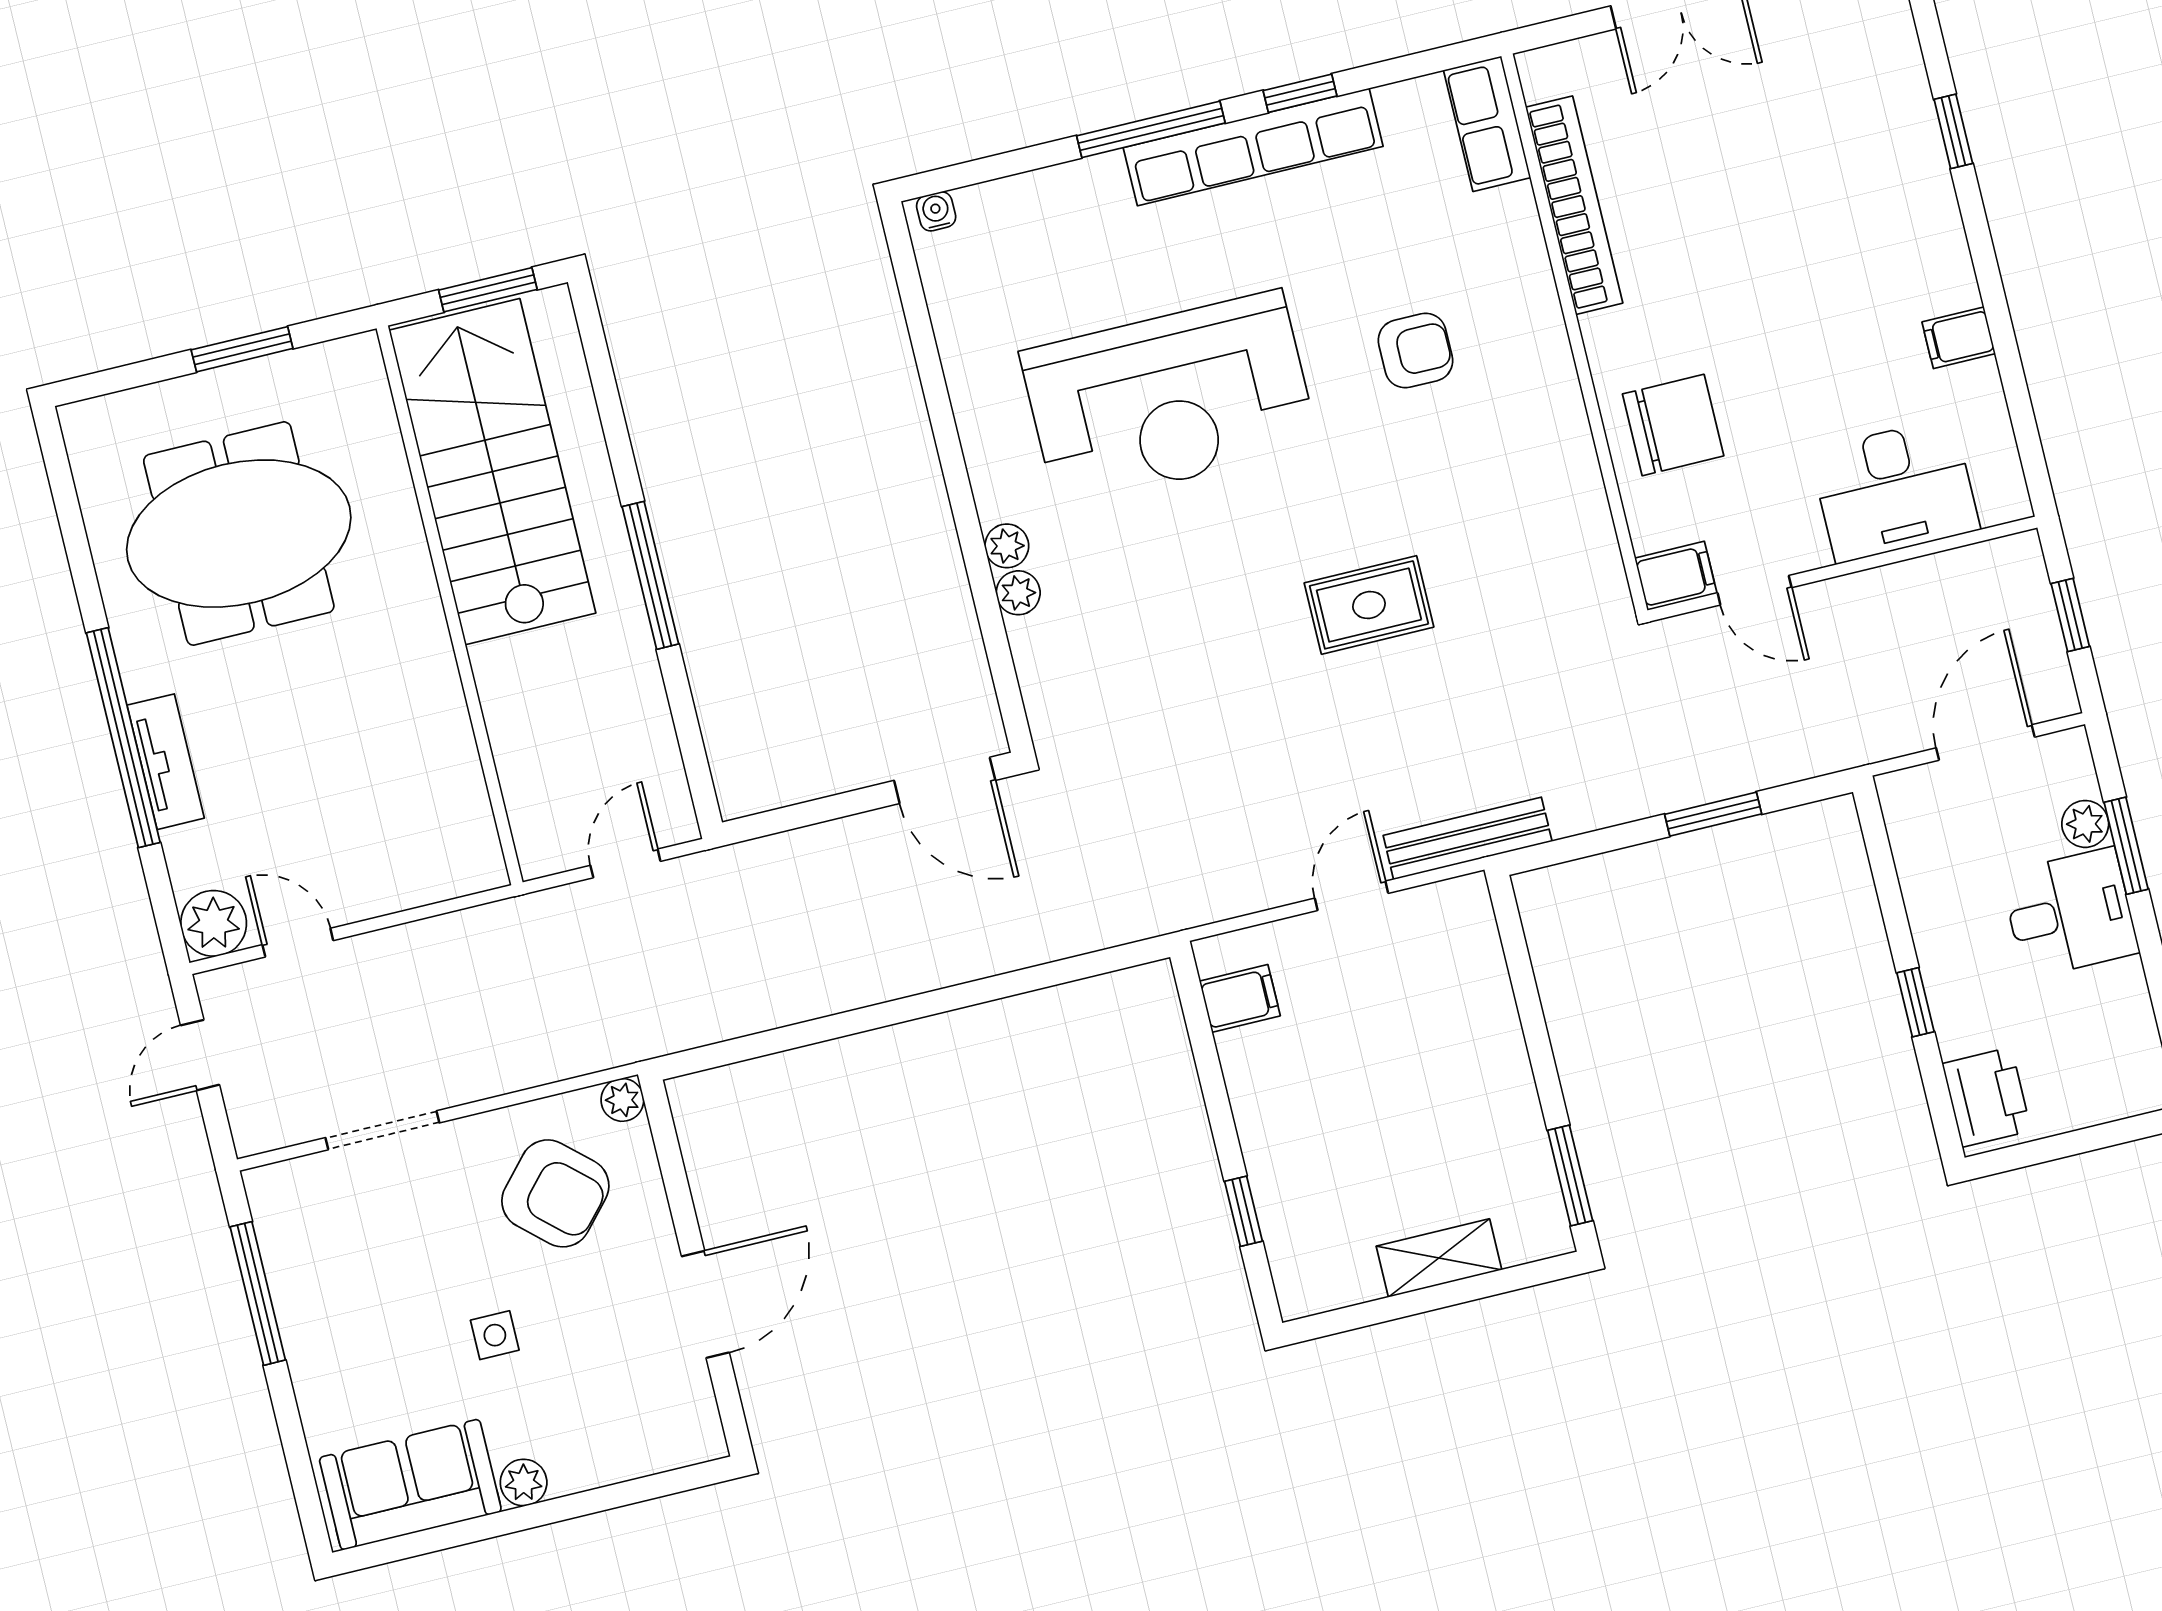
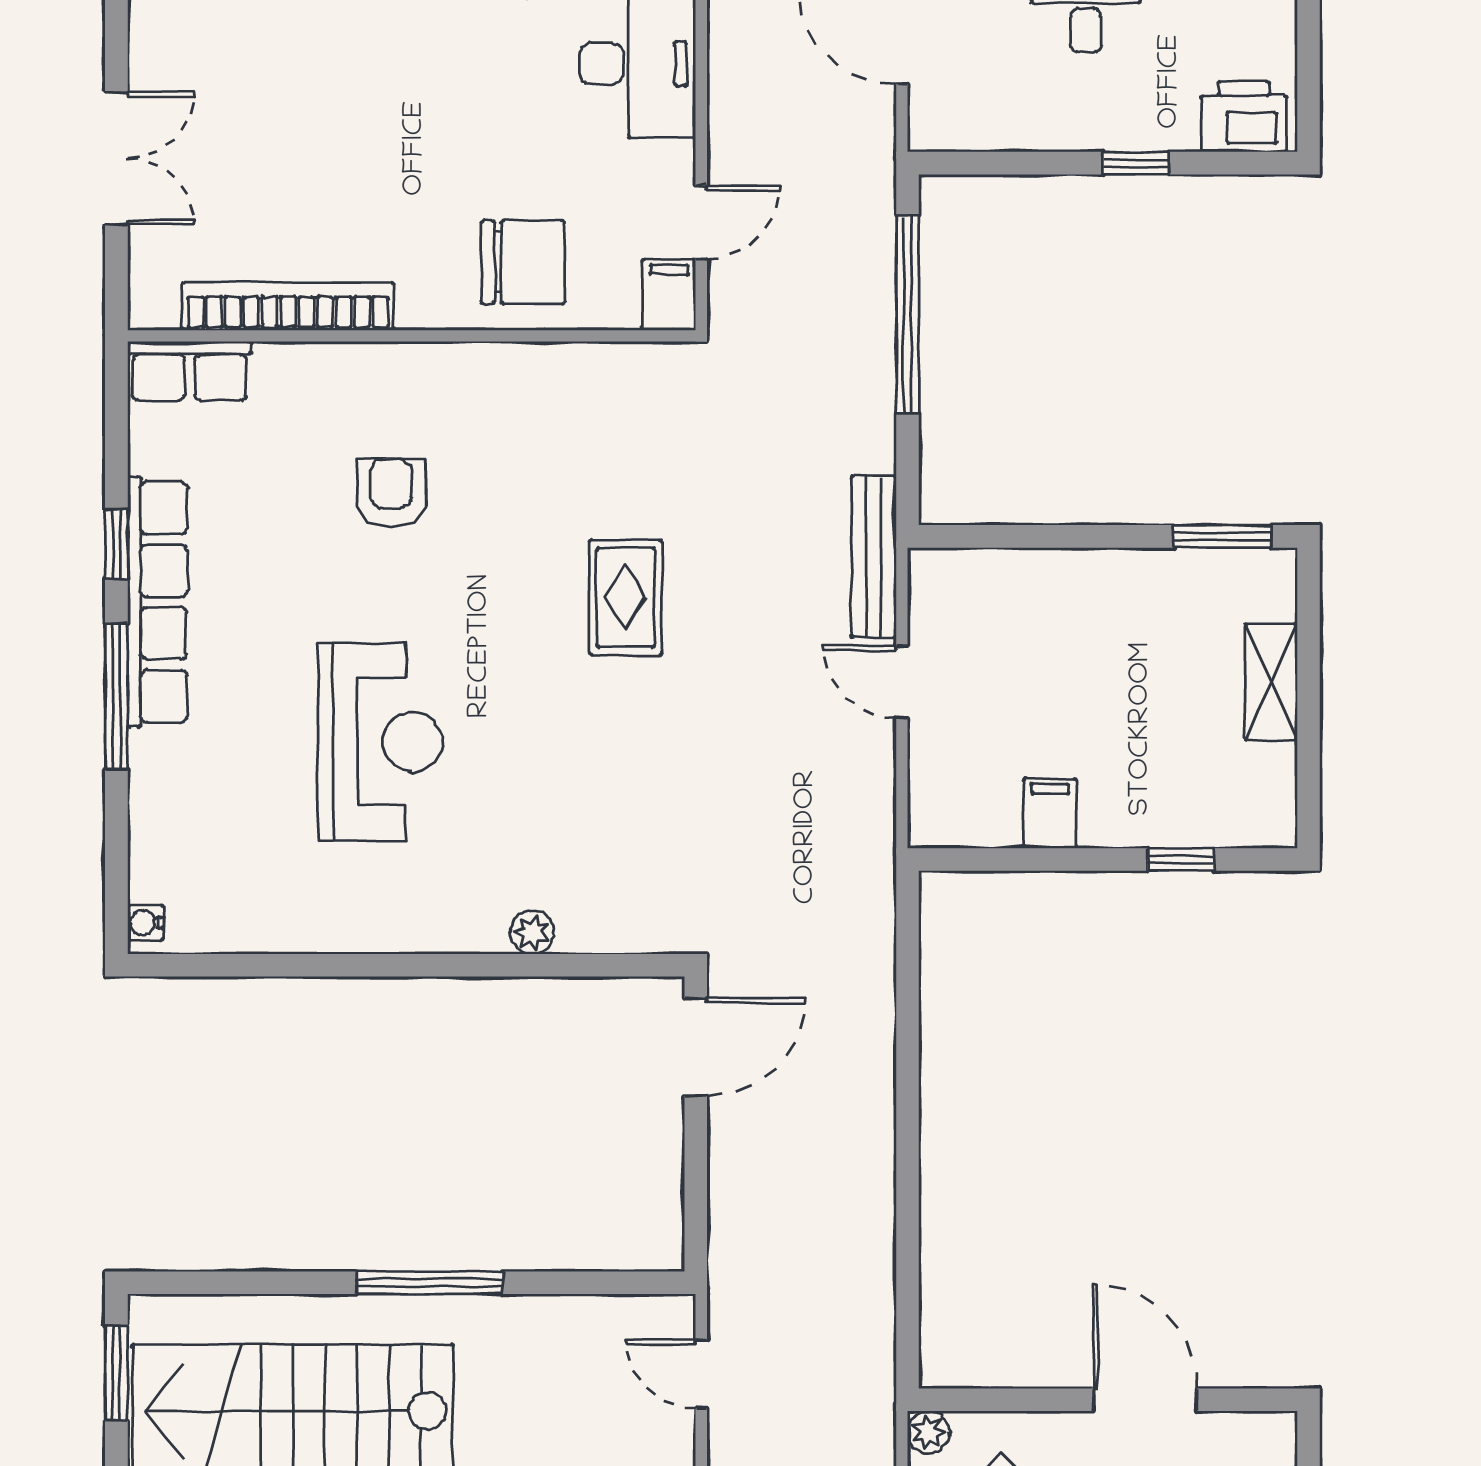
reception desk: (1169, 399) -> (380, 742), width x0.74, depth x0.77
chair: (1673, 425) -> (523, 262), turned 90
plant: (1007, 546) -> (484, 933), removed
window: (1713, 814) -> (907, 314), width x2.11
filing cabinet: (1240, 998) -> (1050, 813), moved

